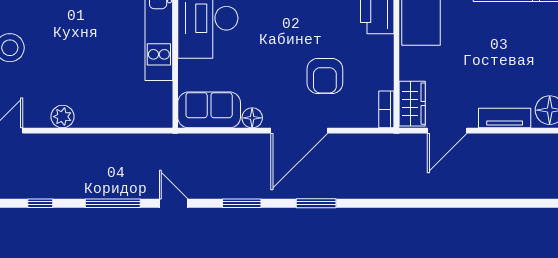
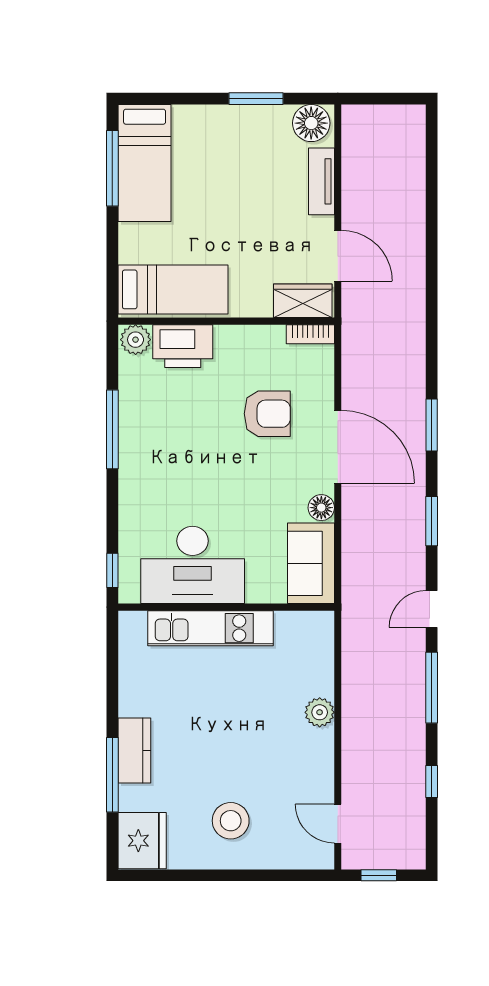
plant: (62, 117) -> (320, 712), moved

